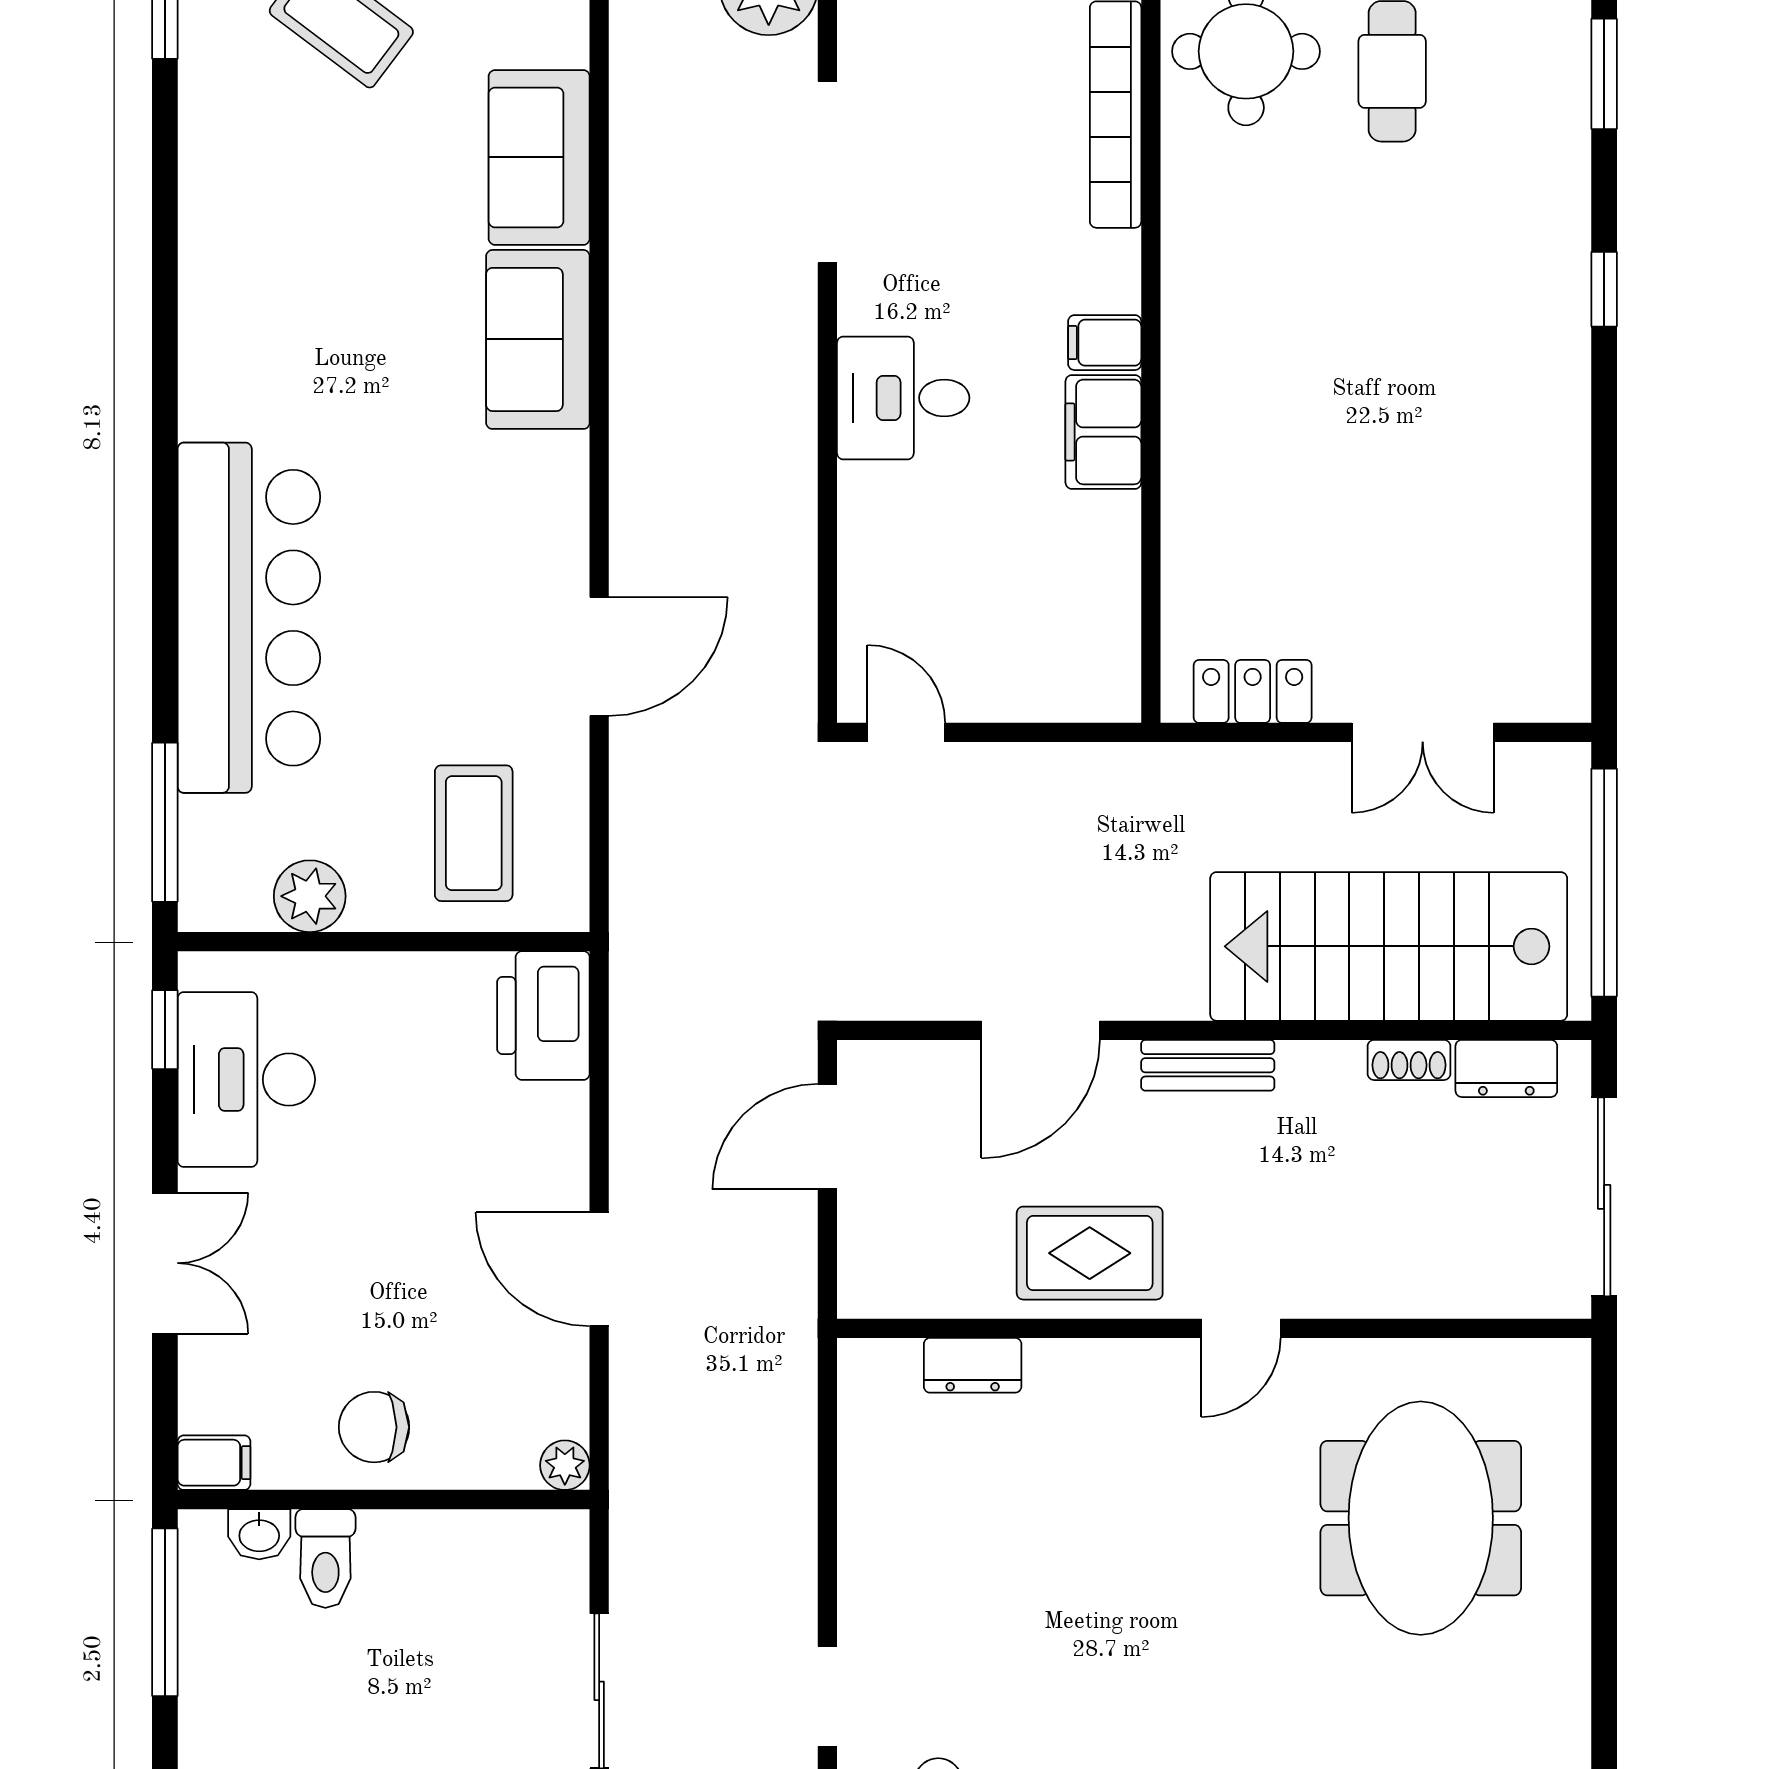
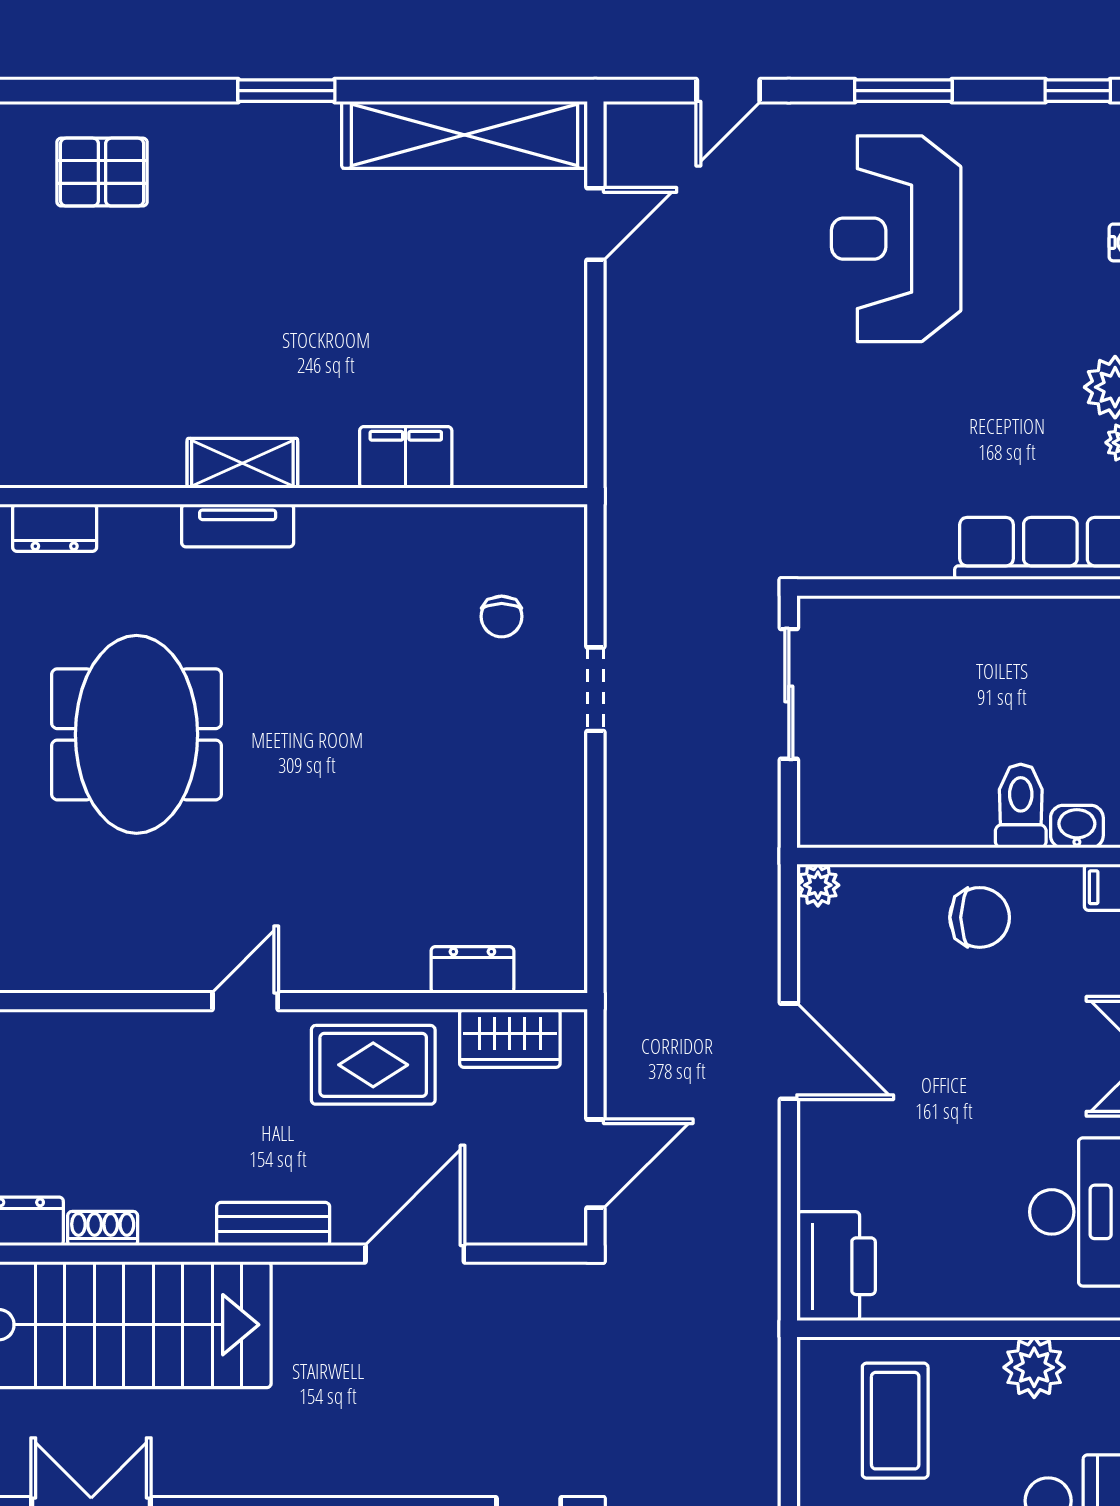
wardrobe: (928, 1284) -> (510, 1038), added
meeting table: (1421, 1518) -> (136, 734), moved

